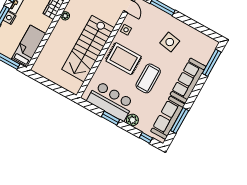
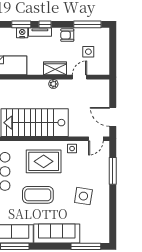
rug: (124, 59) -> (44, 161), turned 90

